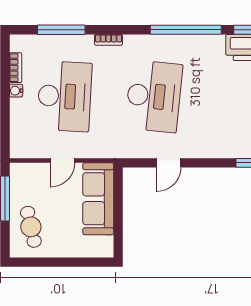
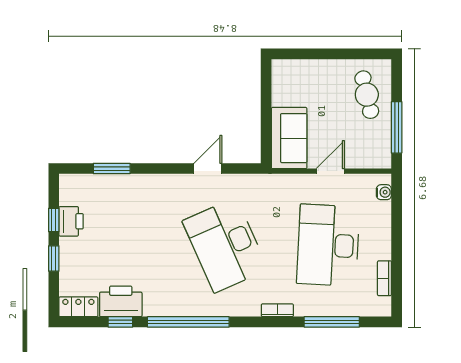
water cooler: (16, 91) -> (384, 192), moved
desk: (154, 96) -> (225, 245), turned -30
sofa: (98, 199) -> (289, 138), width x0.73

